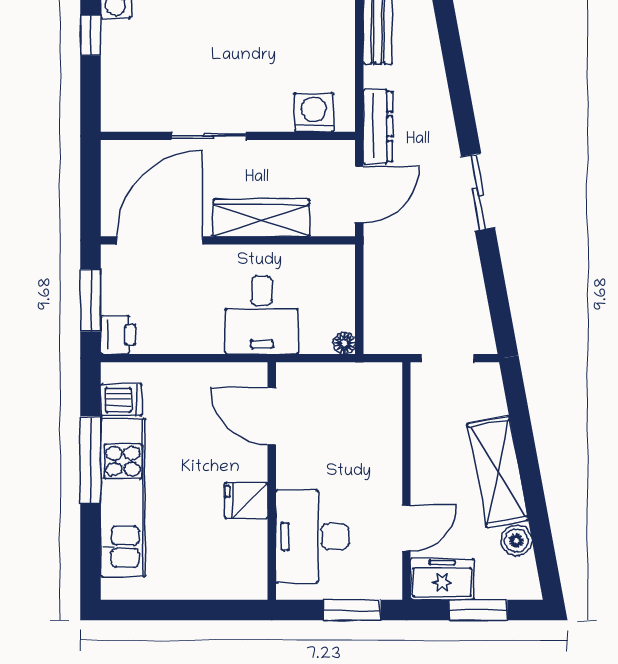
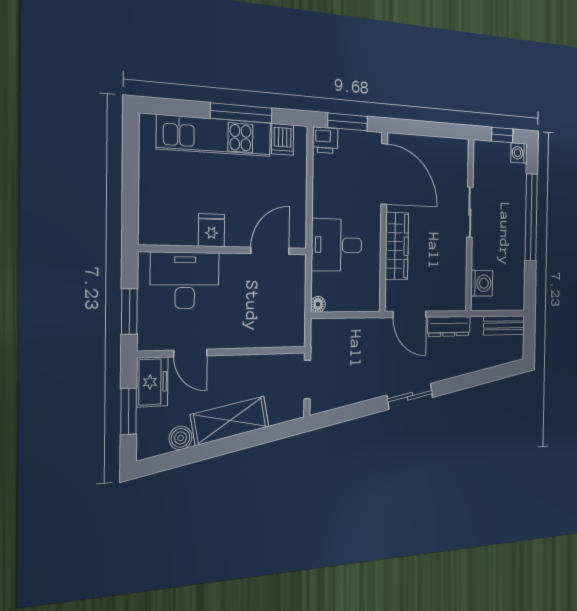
washing machine: (314, 112) -> (482, 283), moved
sliding door: (209, 136) -> (470, 212), moved
wall: (228, 136) -> (470, 225), moved

